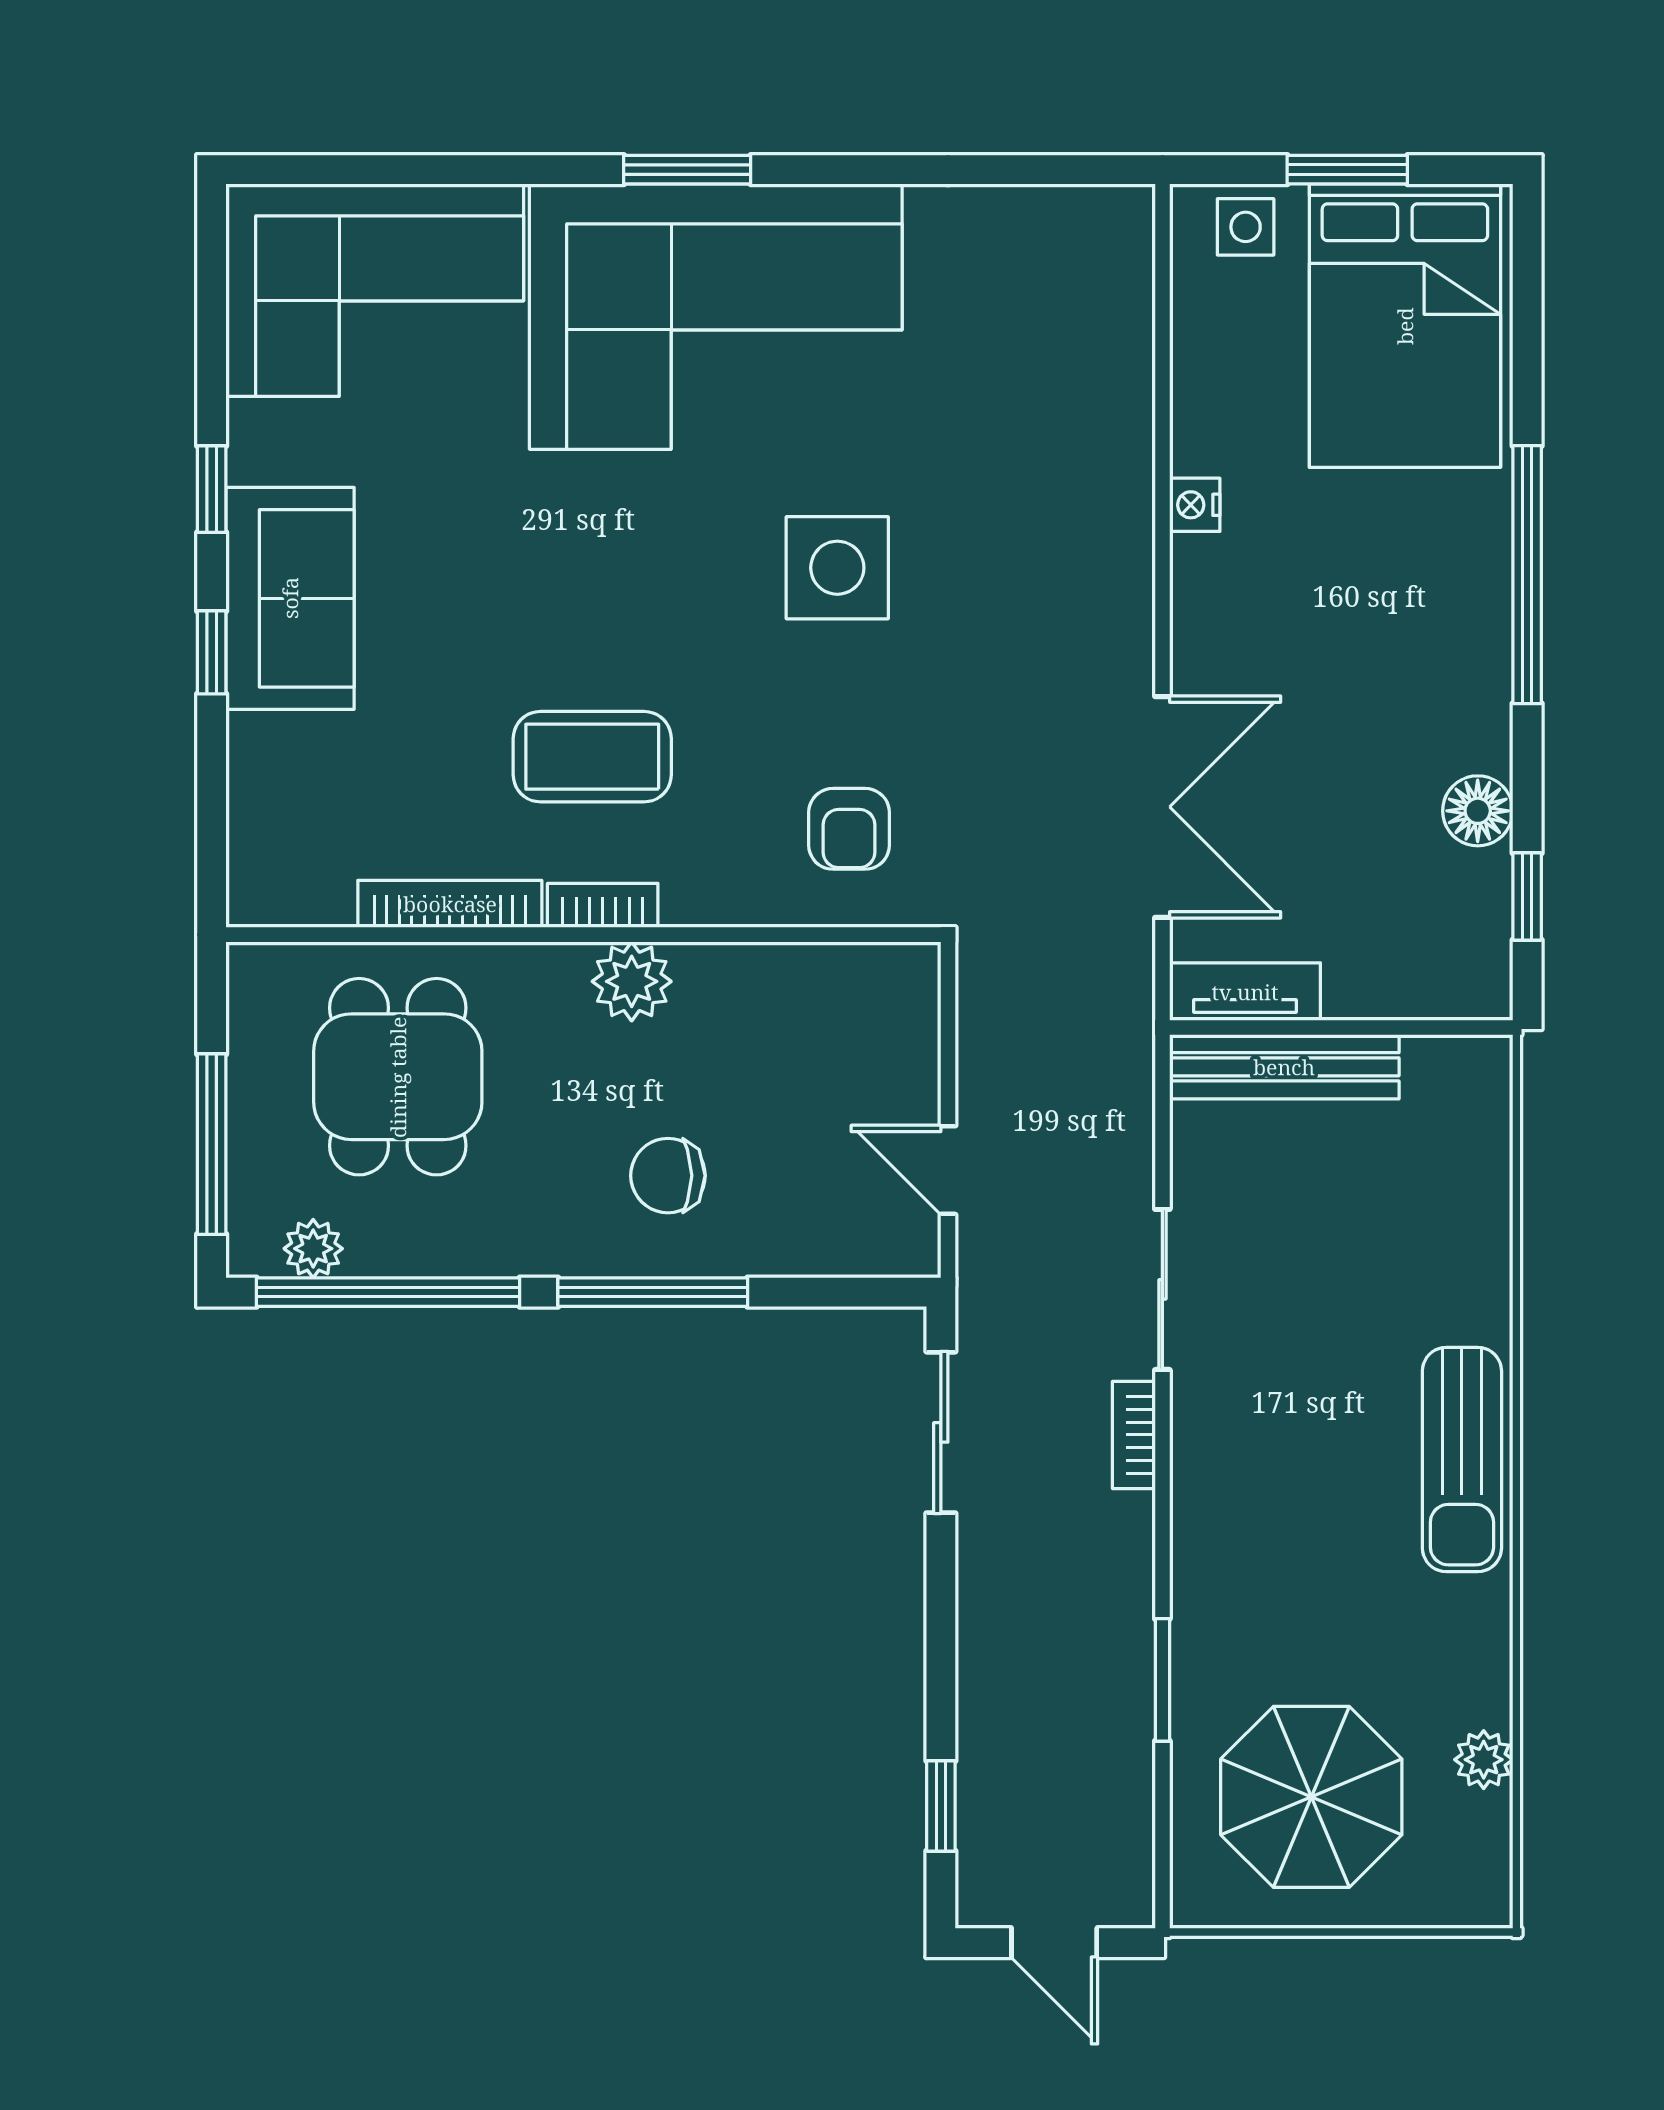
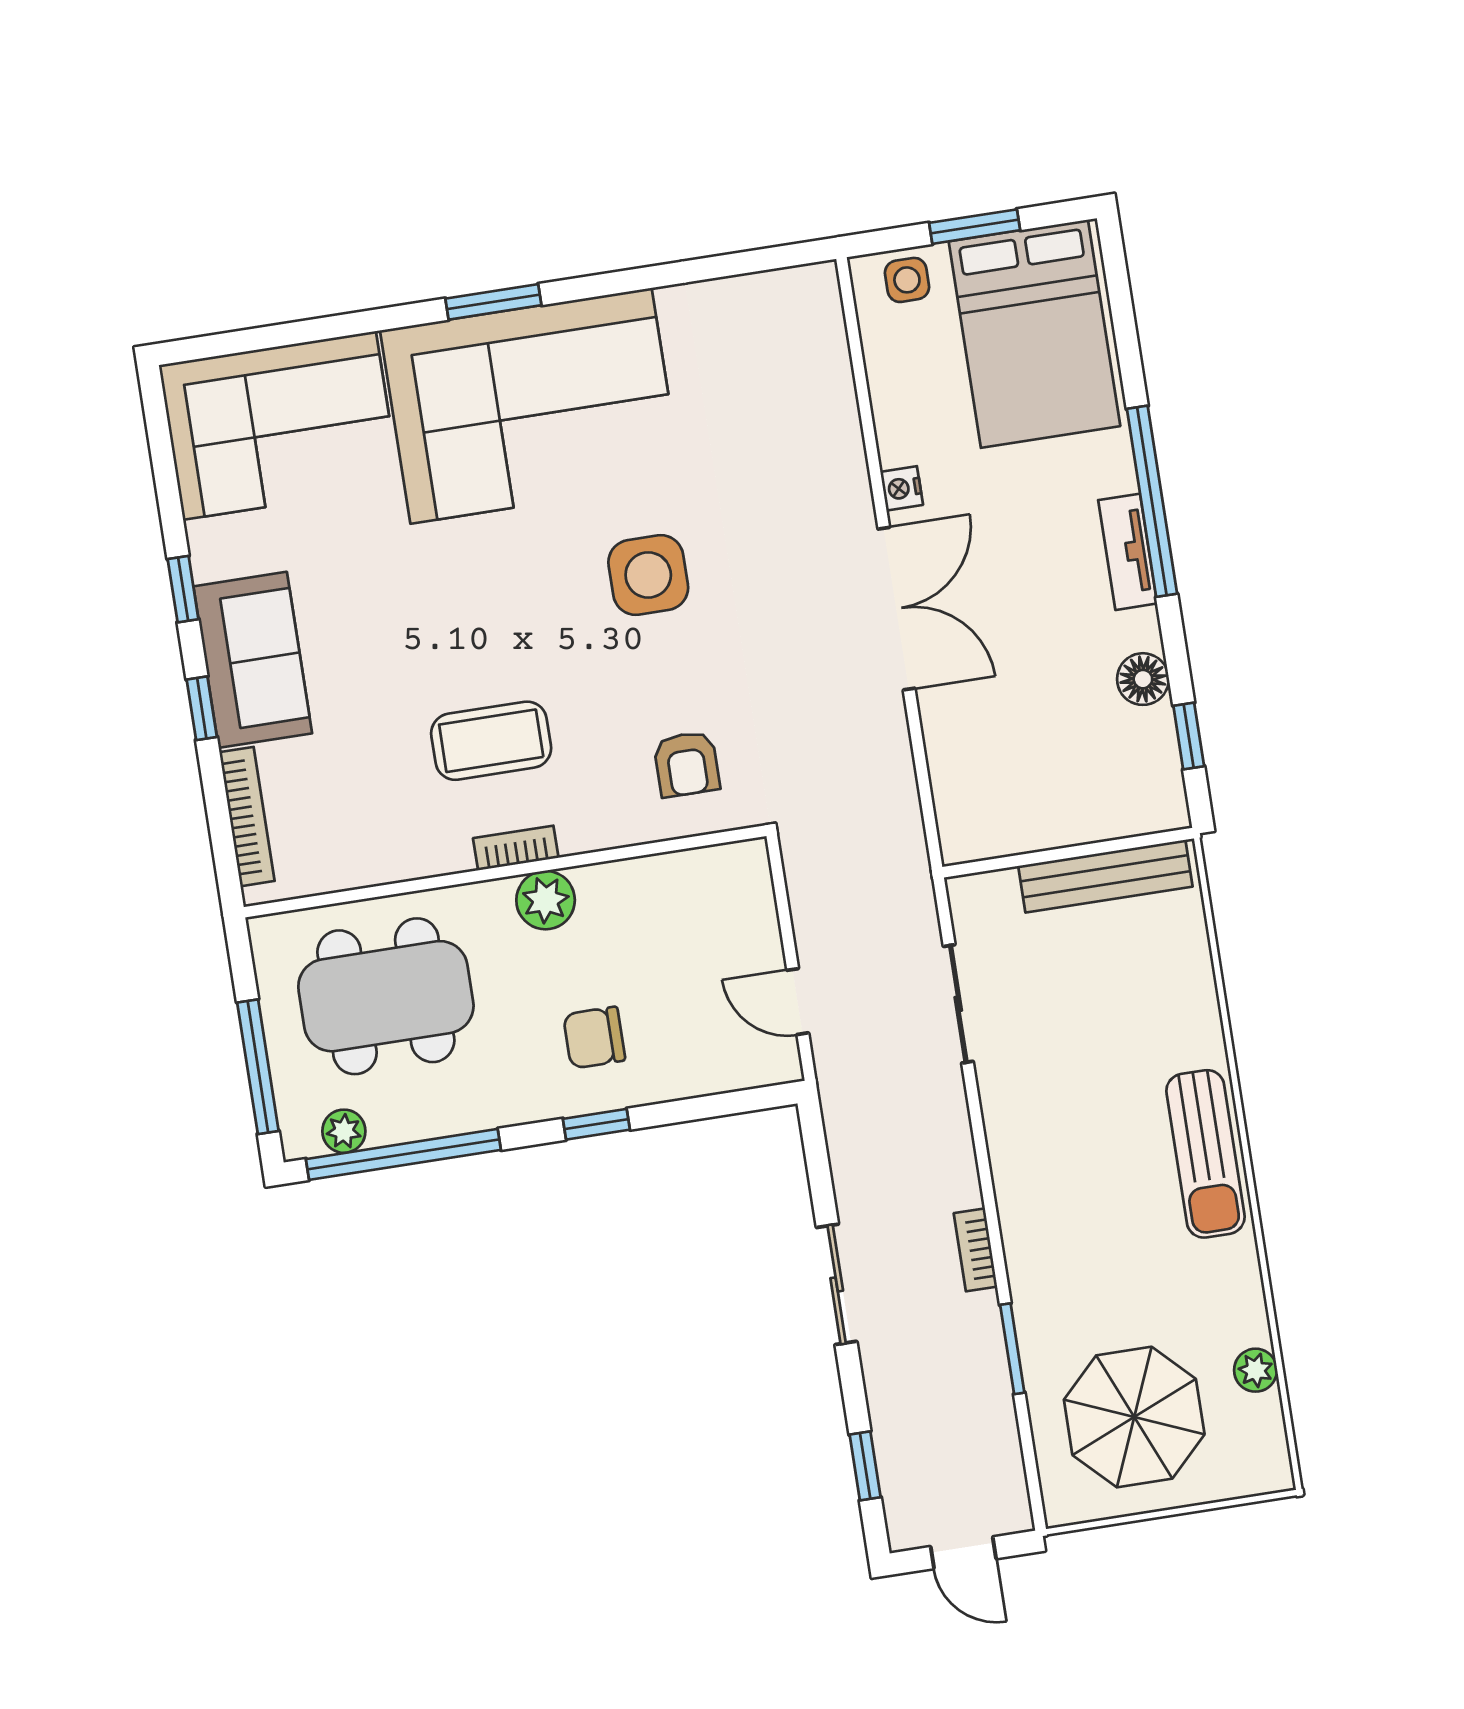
double door: (1162, 807) -> (896, 609), moved
bookcase: (450, 904) -> (247, 817), moved, turned 90
tv unit: (1245, 992) -> (1128, 552), moved, turned -90
bench: (1284, 1067) -> (1105, 876), moved
dining table: (398, 1077) -> (386, 996), width x1.37
sliding door: (1162, 1289) -> (958, 1004), moved
window: (653, 1292) -> (596, 1124), width x0.46
sliding door: (941, 1432) -> (837, 1284), moved
bookcase: (1134, 1435) -> (975, 1250), moved

